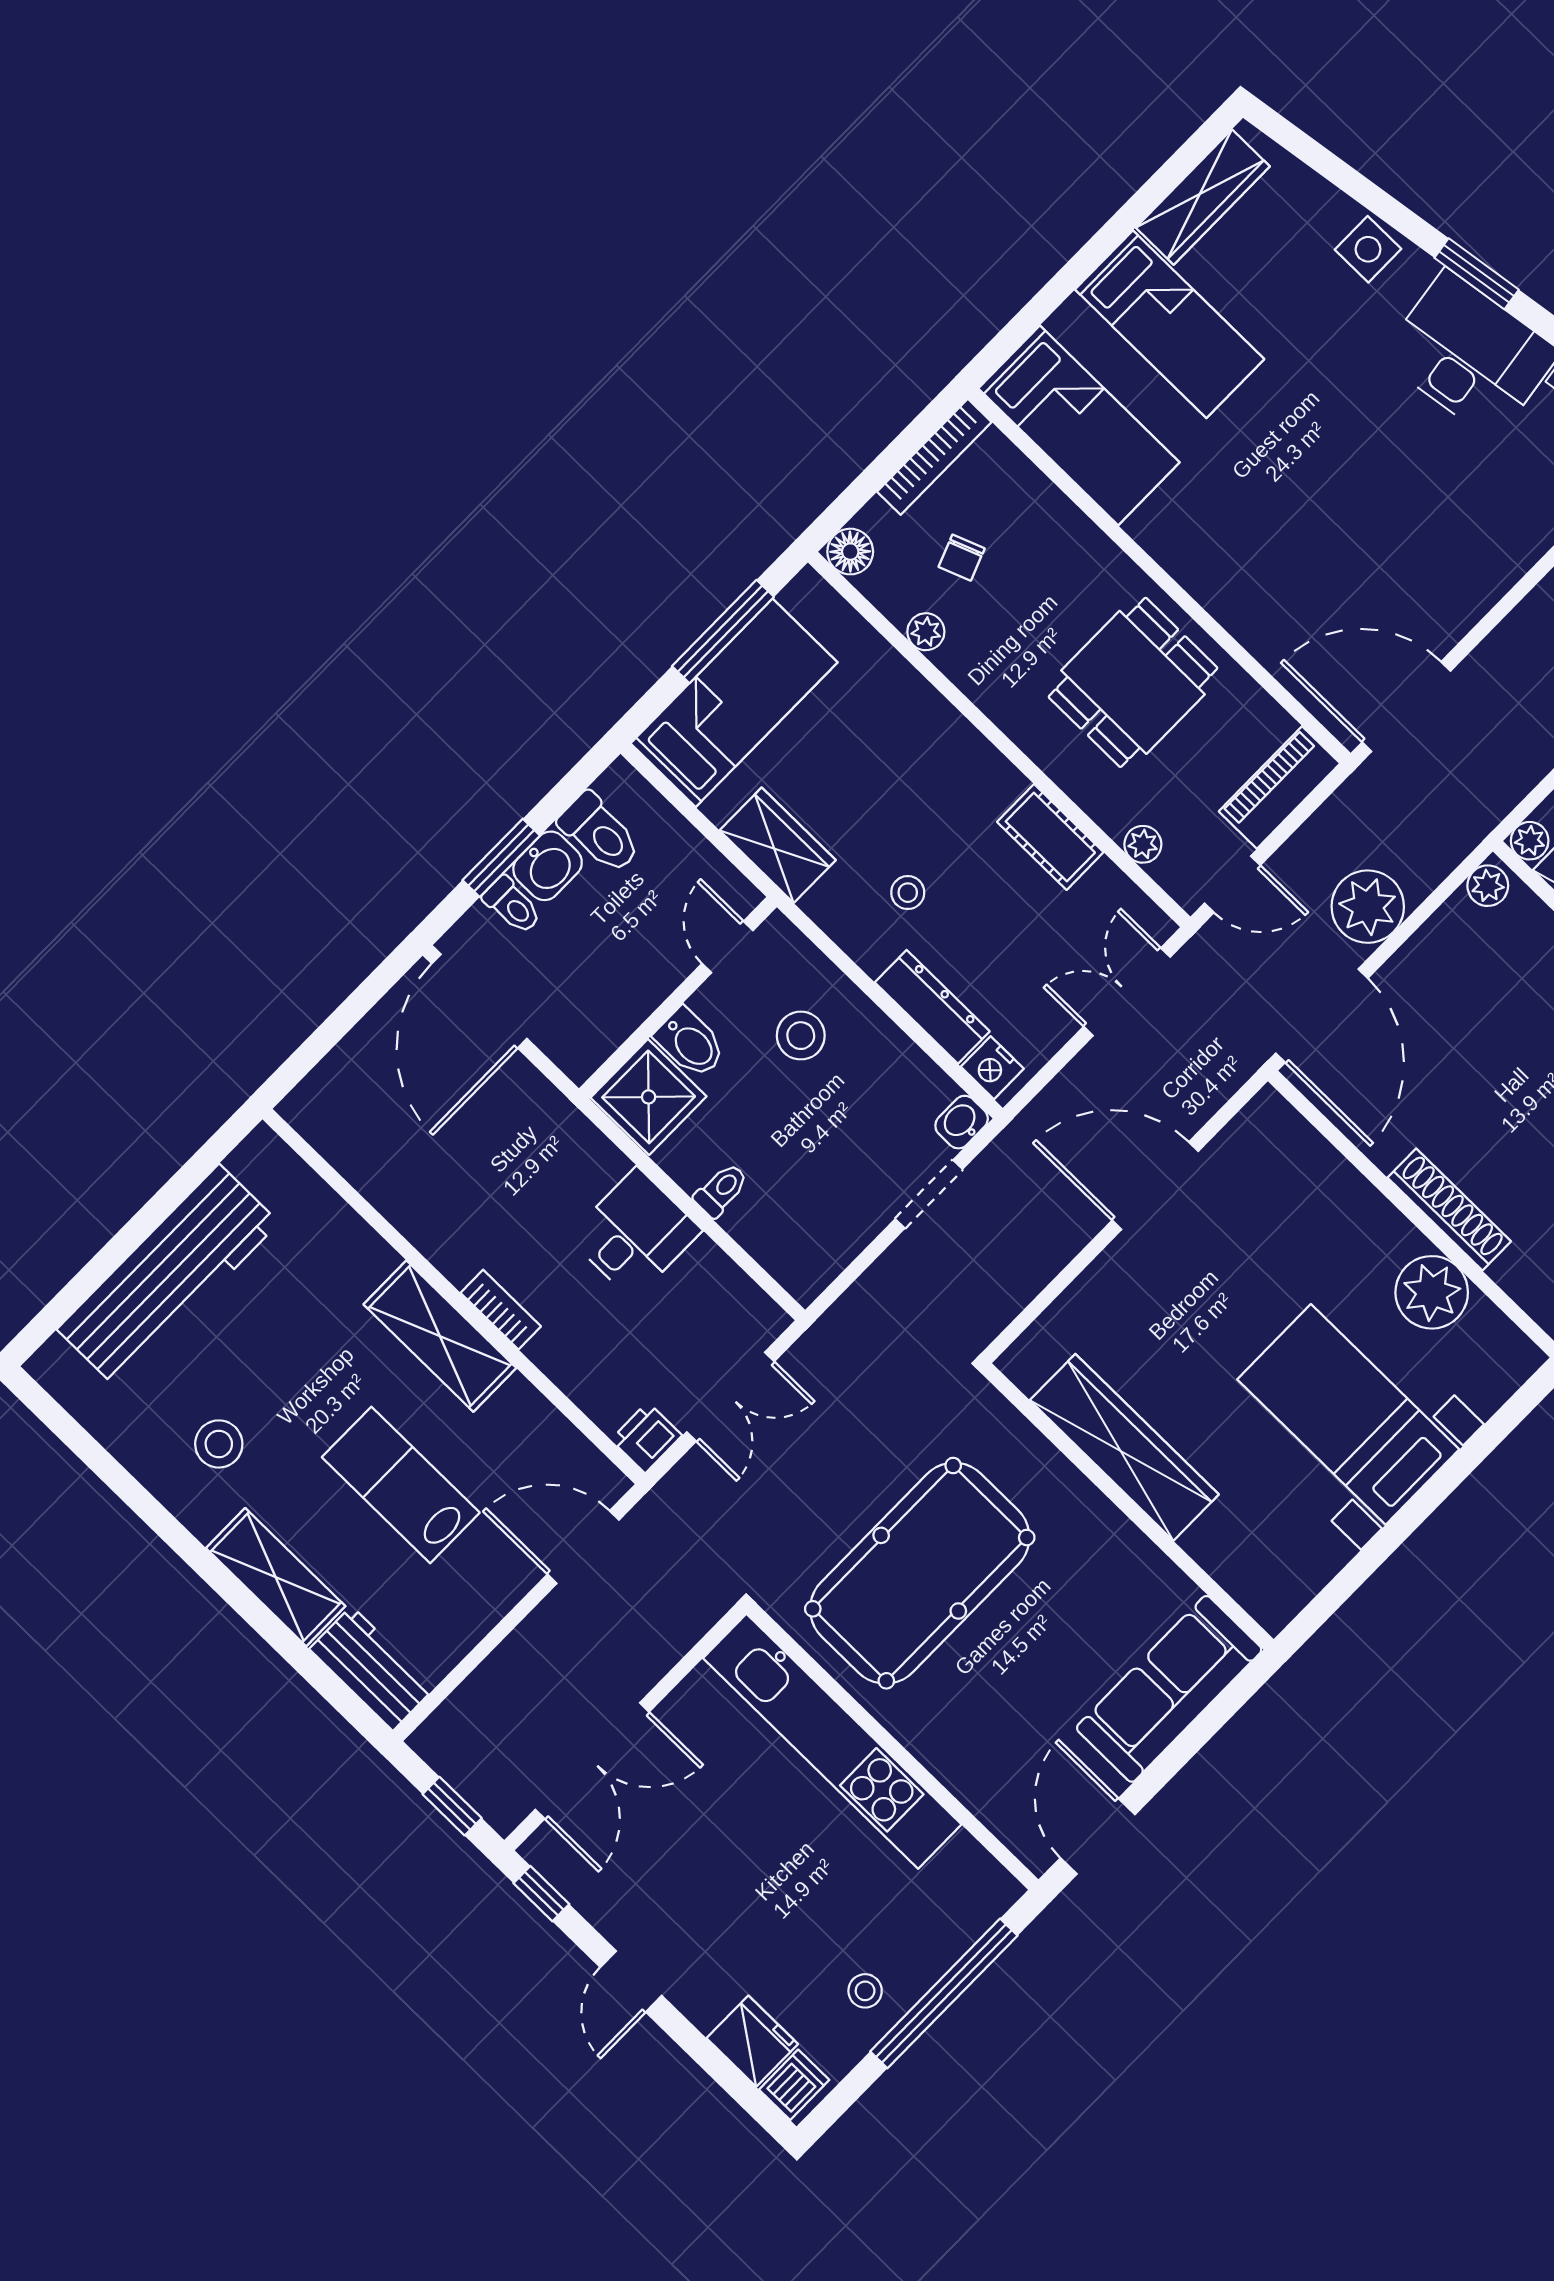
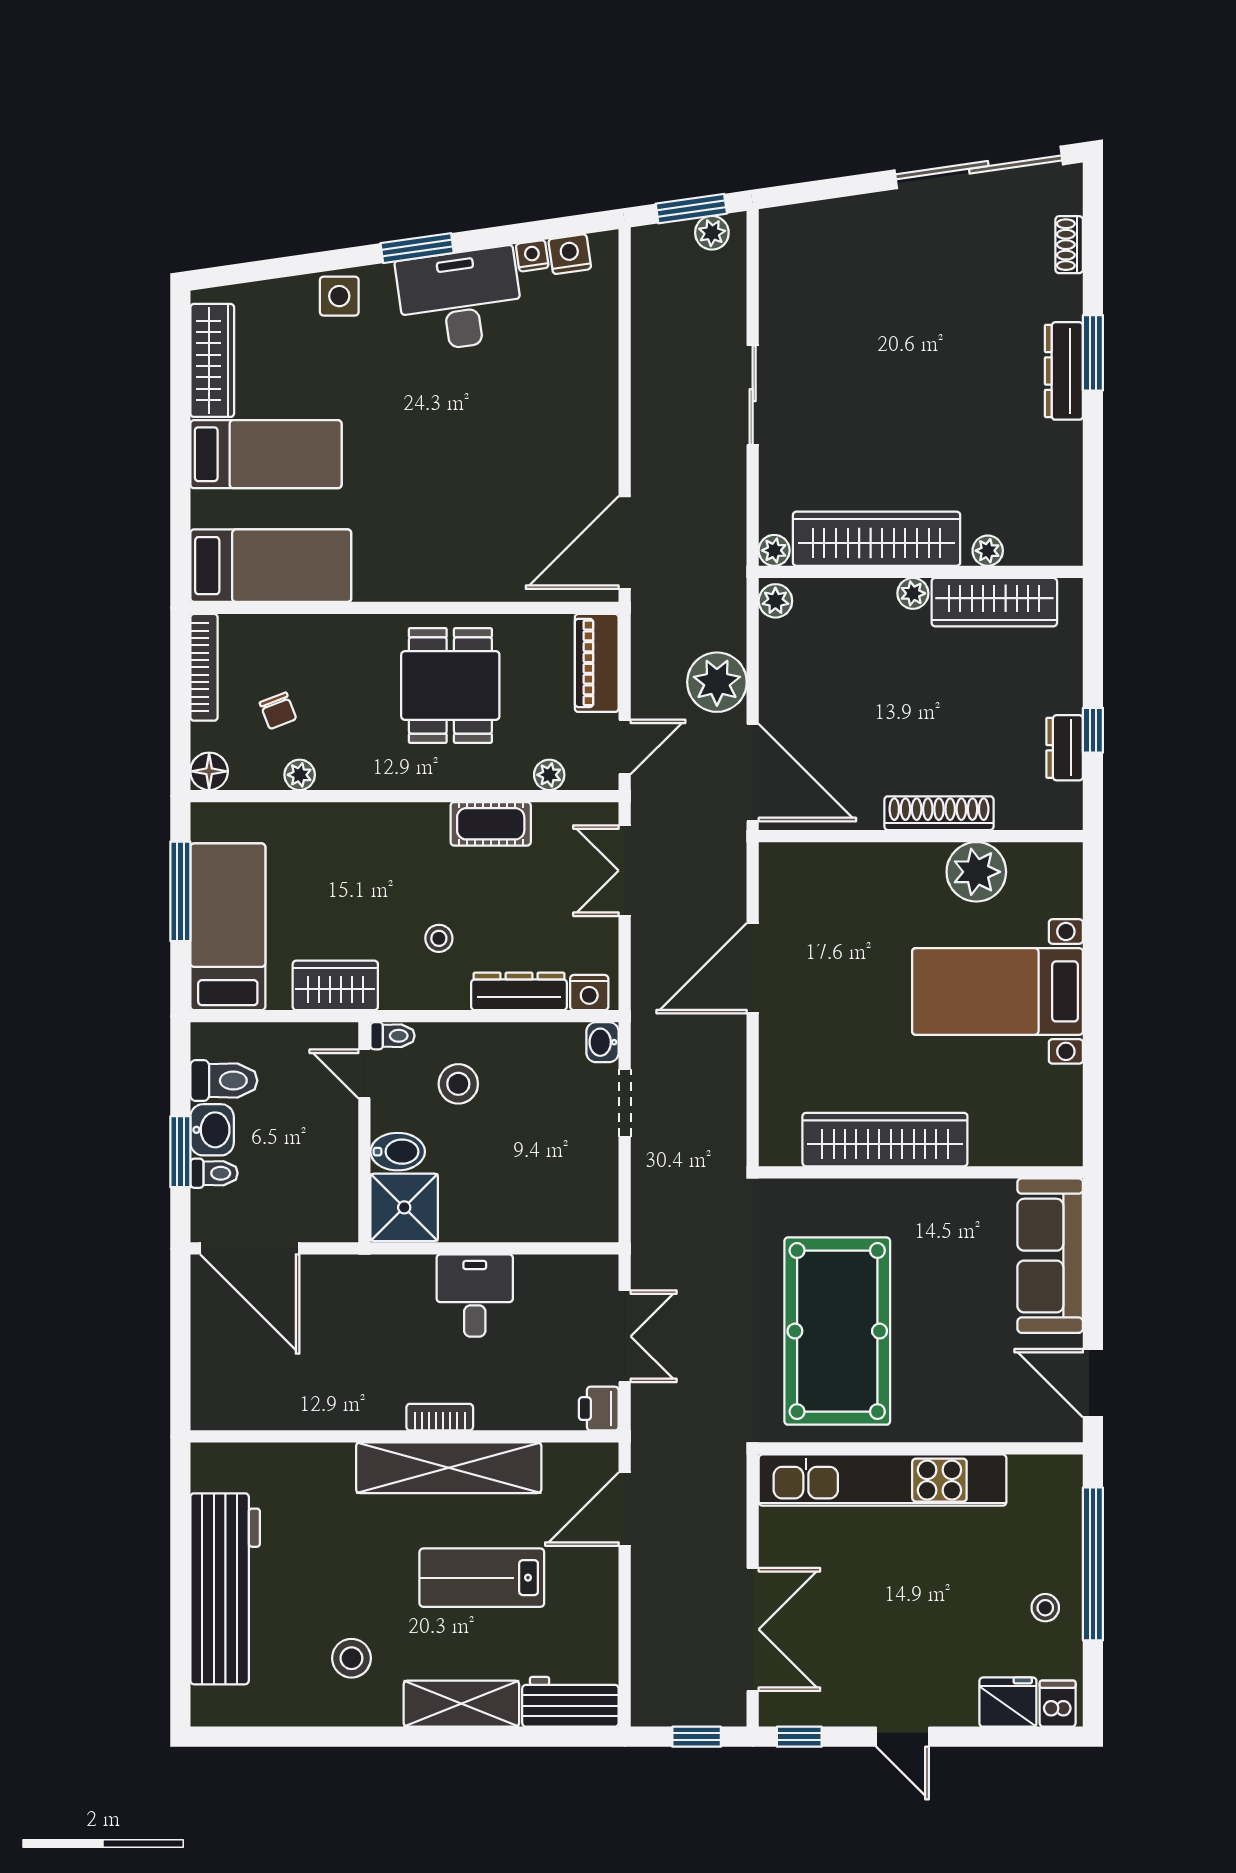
toilet: (721, 1190) -> (393, 1036), moved, turned 90
shelving: (440, 1336) -> (449, 1468), width x1.47

